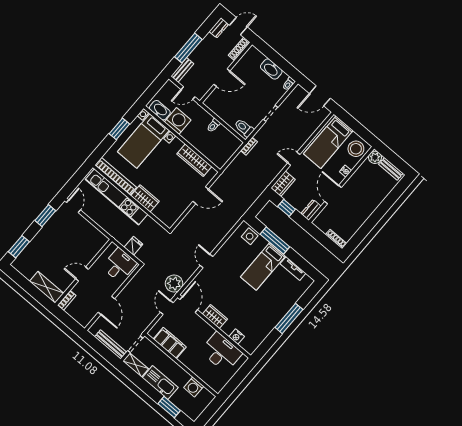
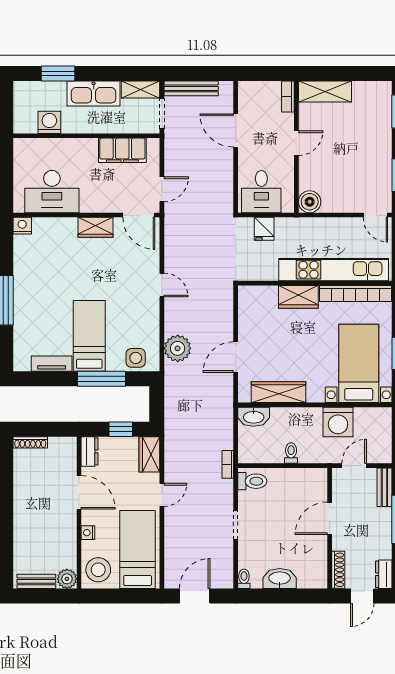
washbasin: (160, 110) -> (254, 417), moved
boiler: (100, 240) -> (310, 202), added
plant: (174, 284) -> (178, 348), moved
door: (167, 308) -> (162, 189), hinge flipped
nightstand: (237, 337) -> (22, 226), moved

